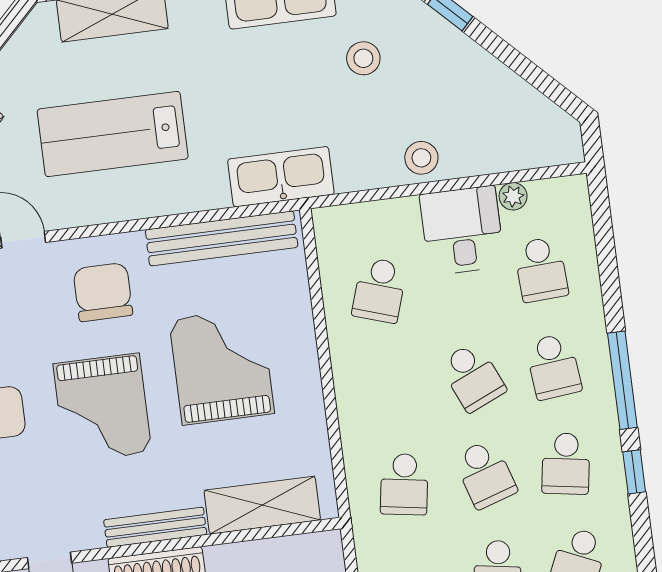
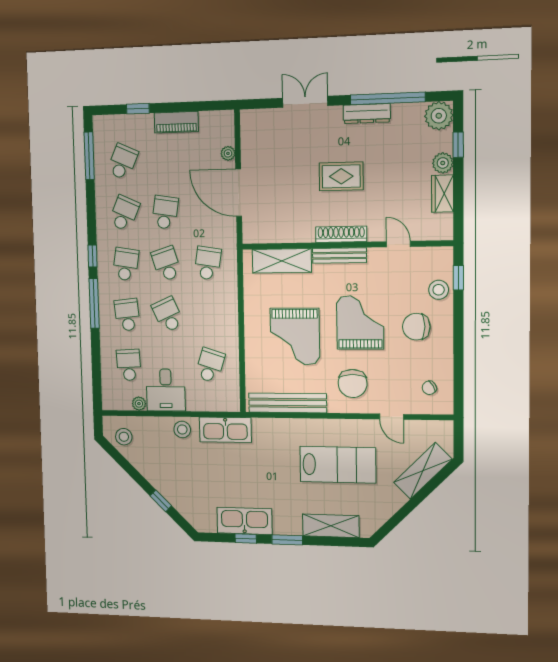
stool: (363, 58) -> (124, 437), moved
kitchen sink: (281, 177) -> (225, 430), moved

